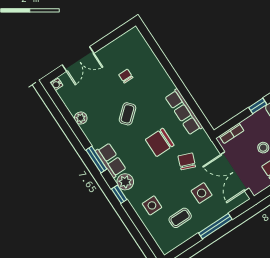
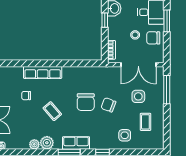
row of seats: (184, 112) -> (43, 72), moved
chair: (187, 161) -> (108, 105), moved
plant: (125, 182) -> (47, 143), moved
window: (215, 226) -> (167, 90), moved

